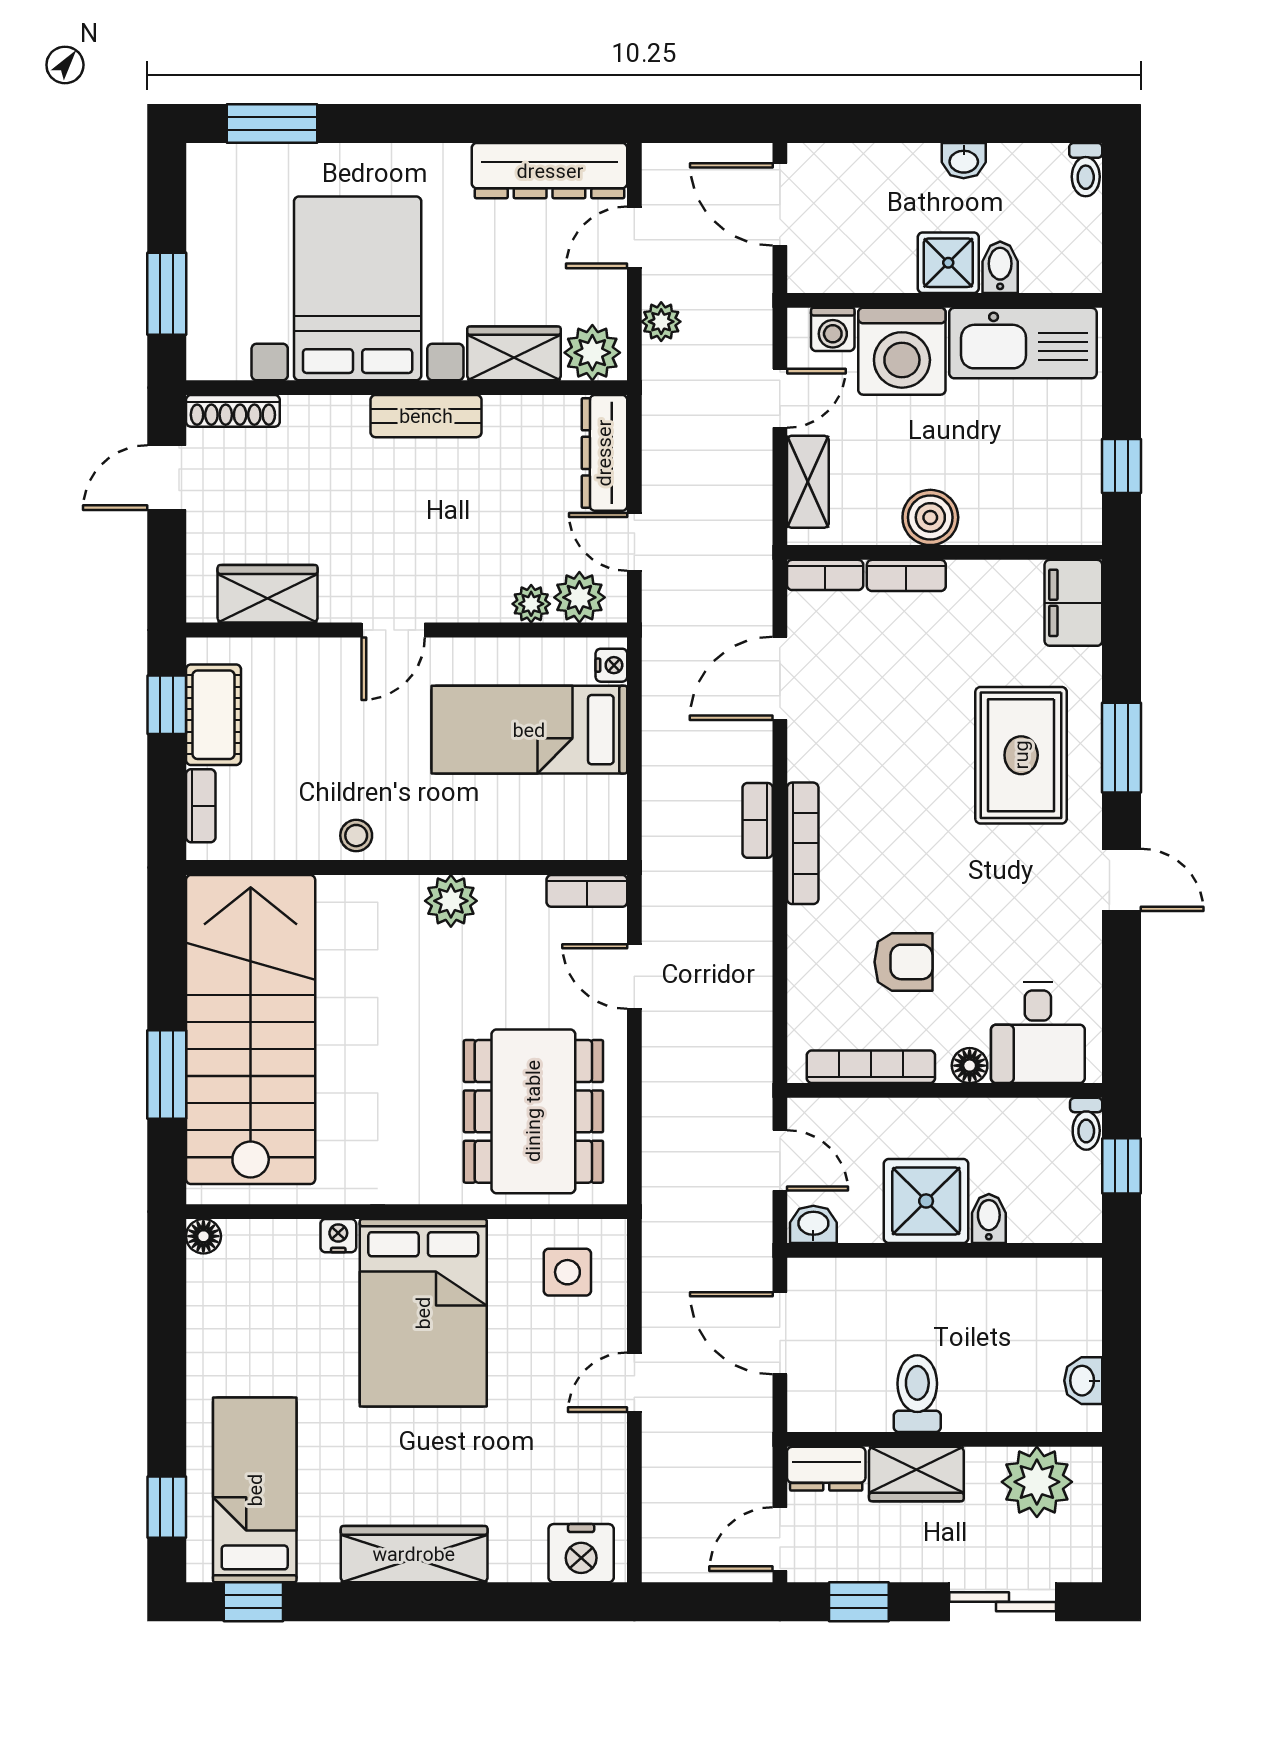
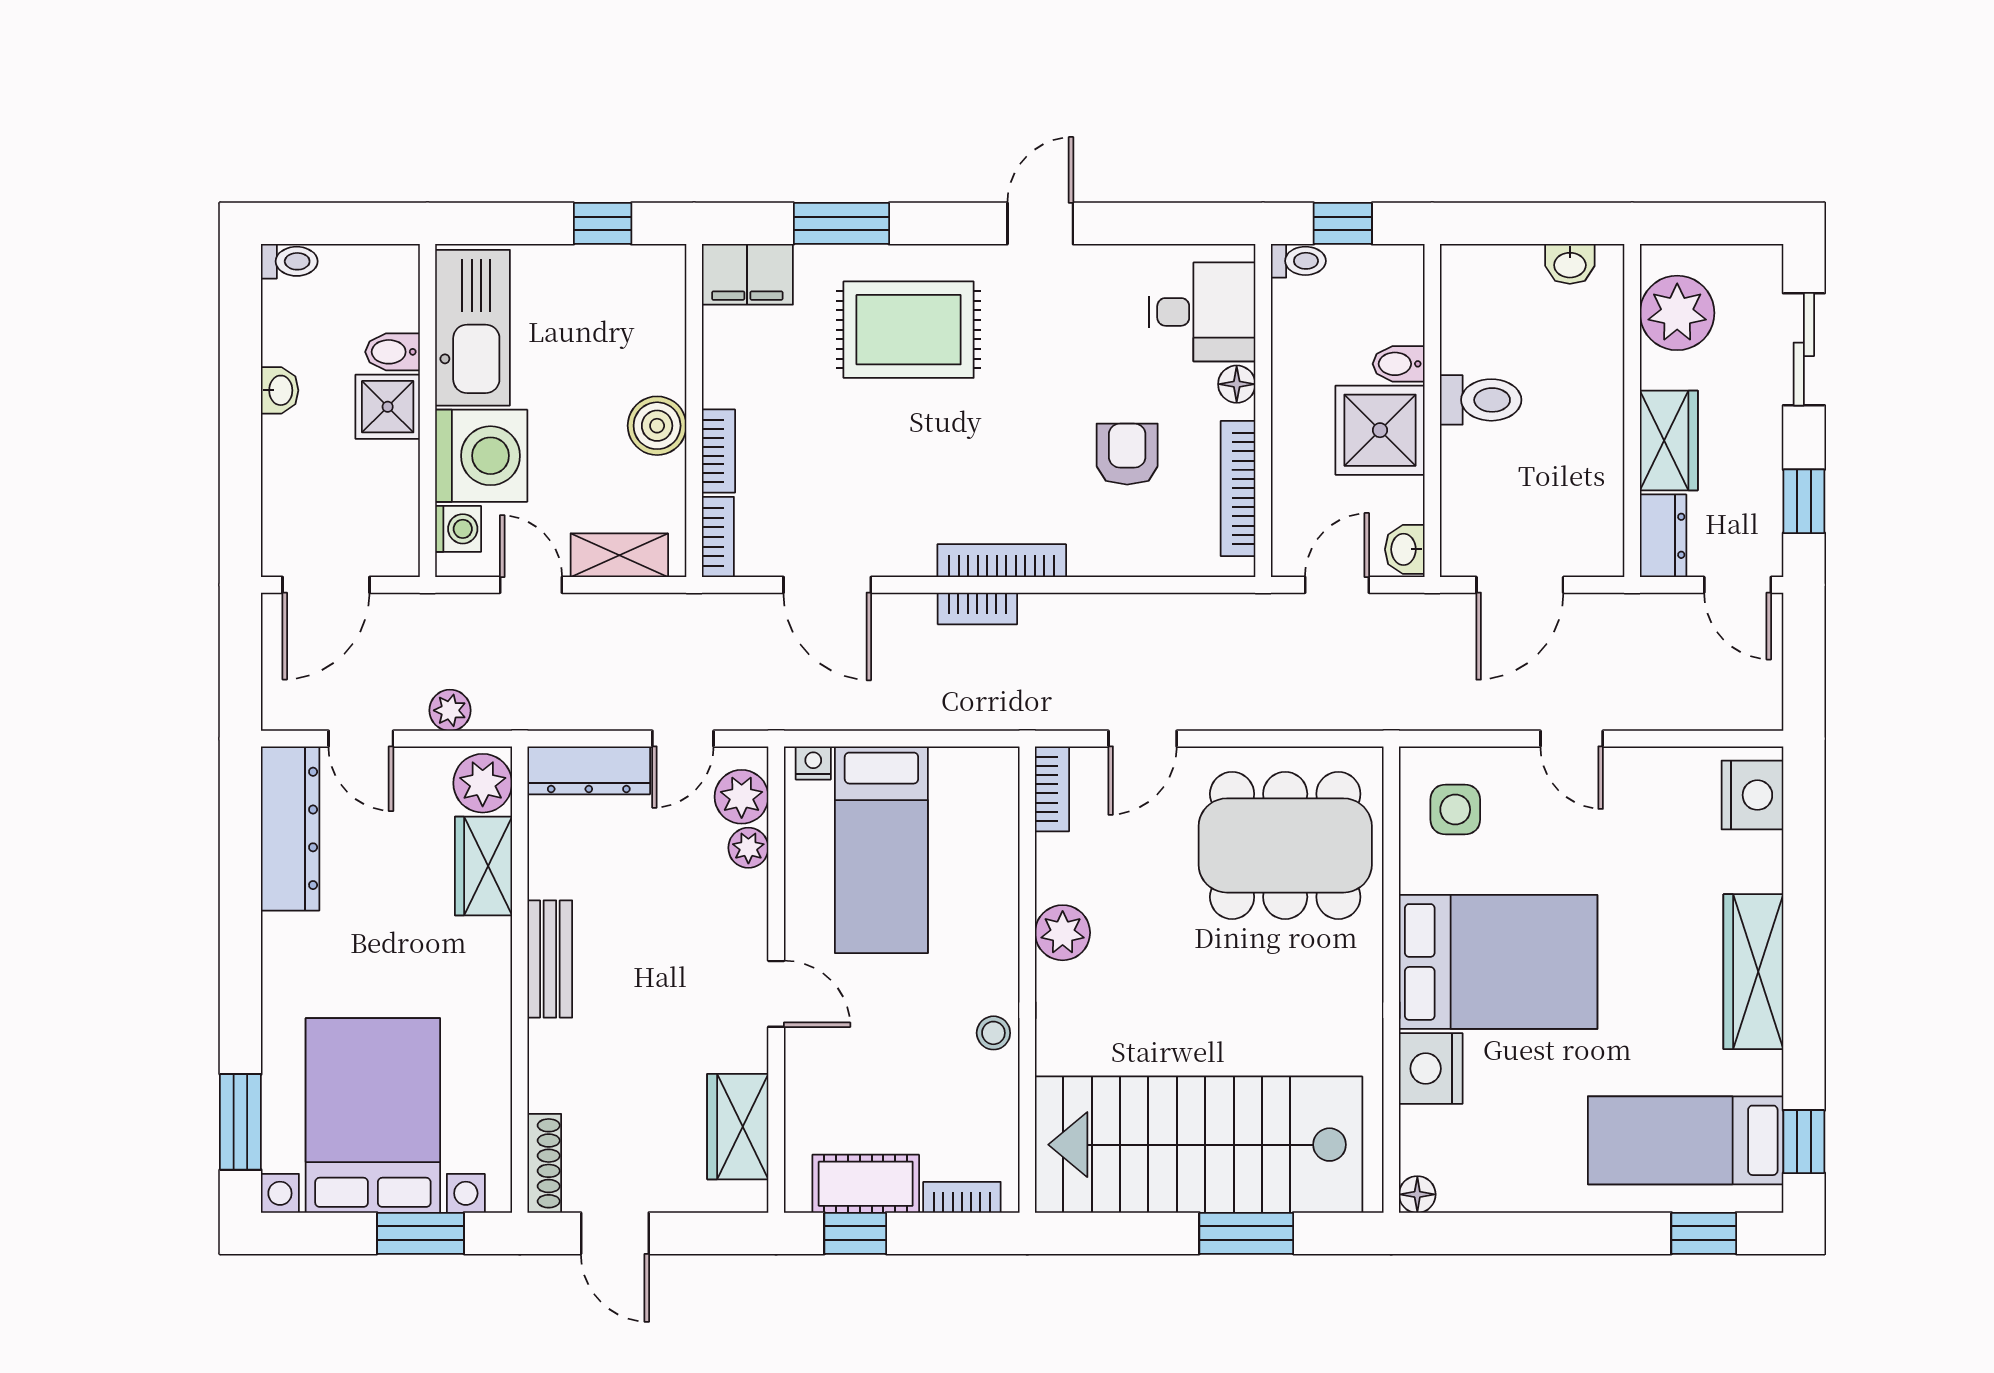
bed with nightstands: (358, 288) -> (373, 1115), moved, turned 90
window: (1122, 748) -> (841, 223), moved
nightstand: (338, 1236) -> (1431, 1069), width x1.89, depth x1.79
toilet: (917, 1394) -> (1481, 400), moved, turned 180

